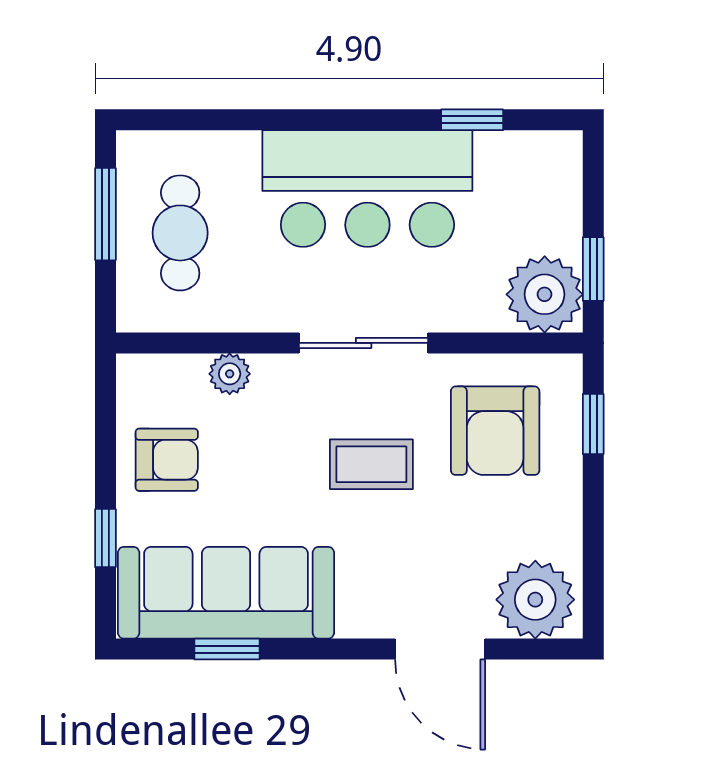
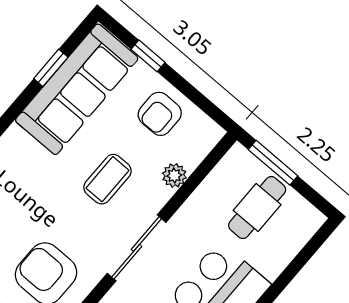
window: (105, 214) -> (273, 163), moved
cafe table: (180, 233) -> (257, 208), turned 90
coffee table: (371, 464) -> (107, 179), moved

